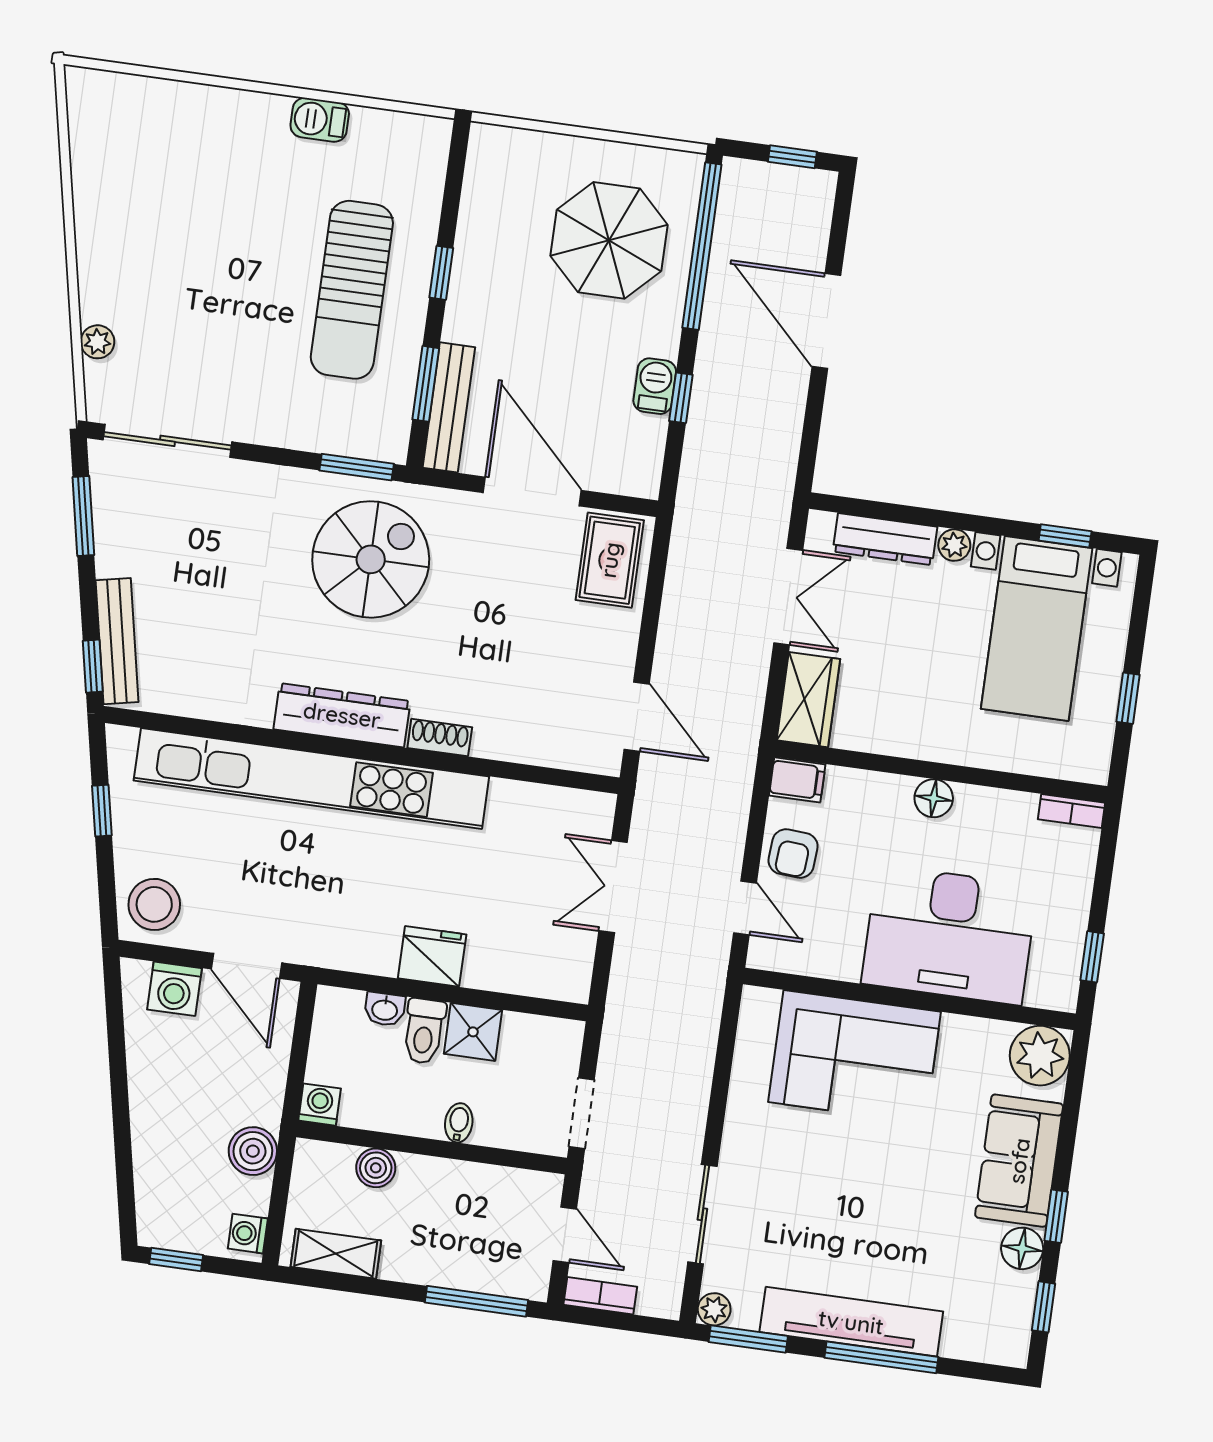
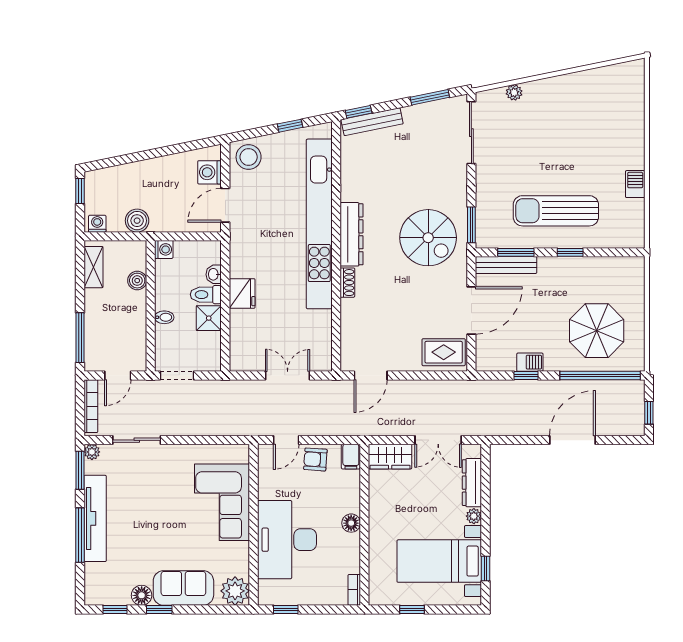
bookcase: (600, 1296) -> (91, 406), width x1.56

